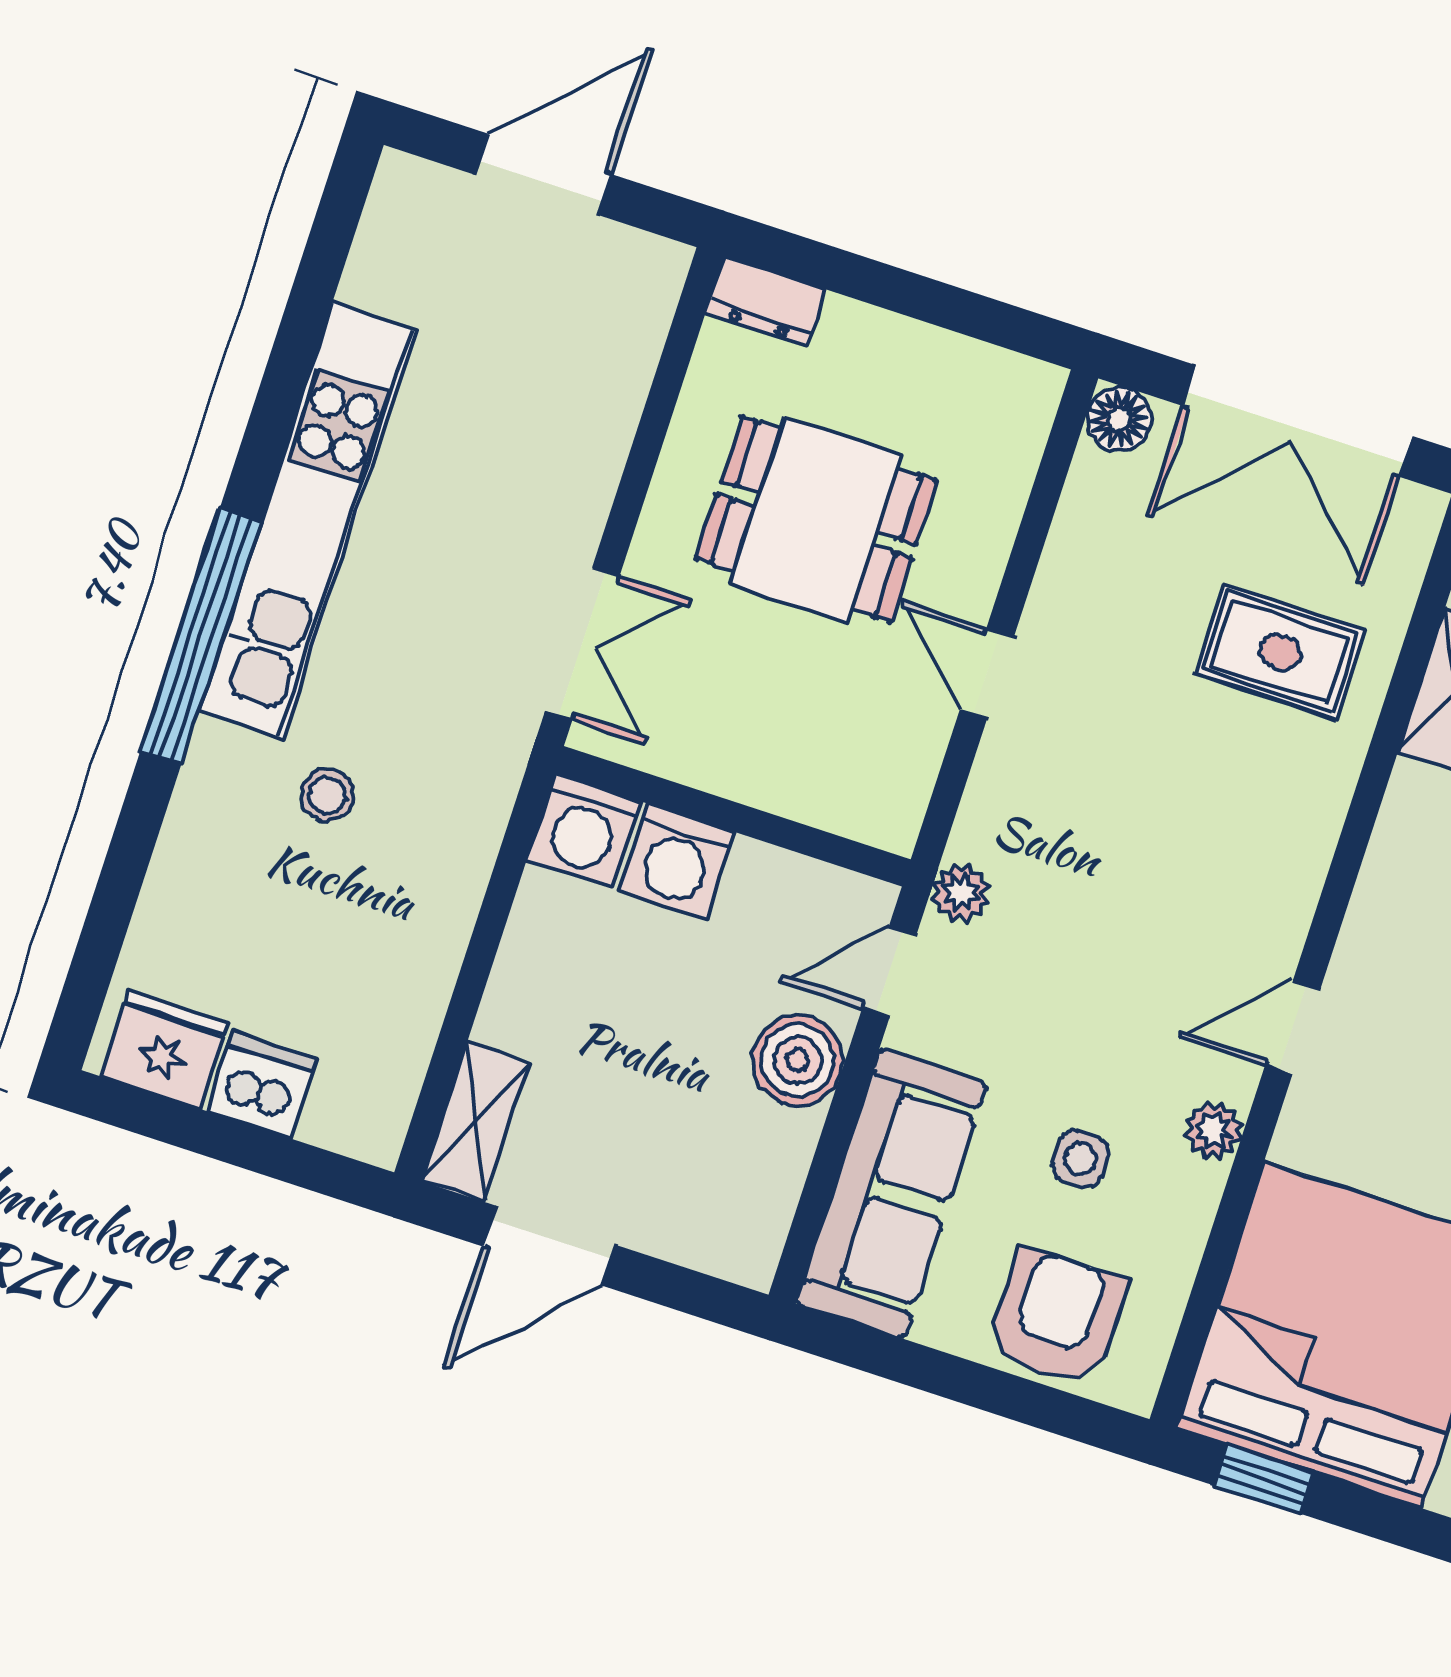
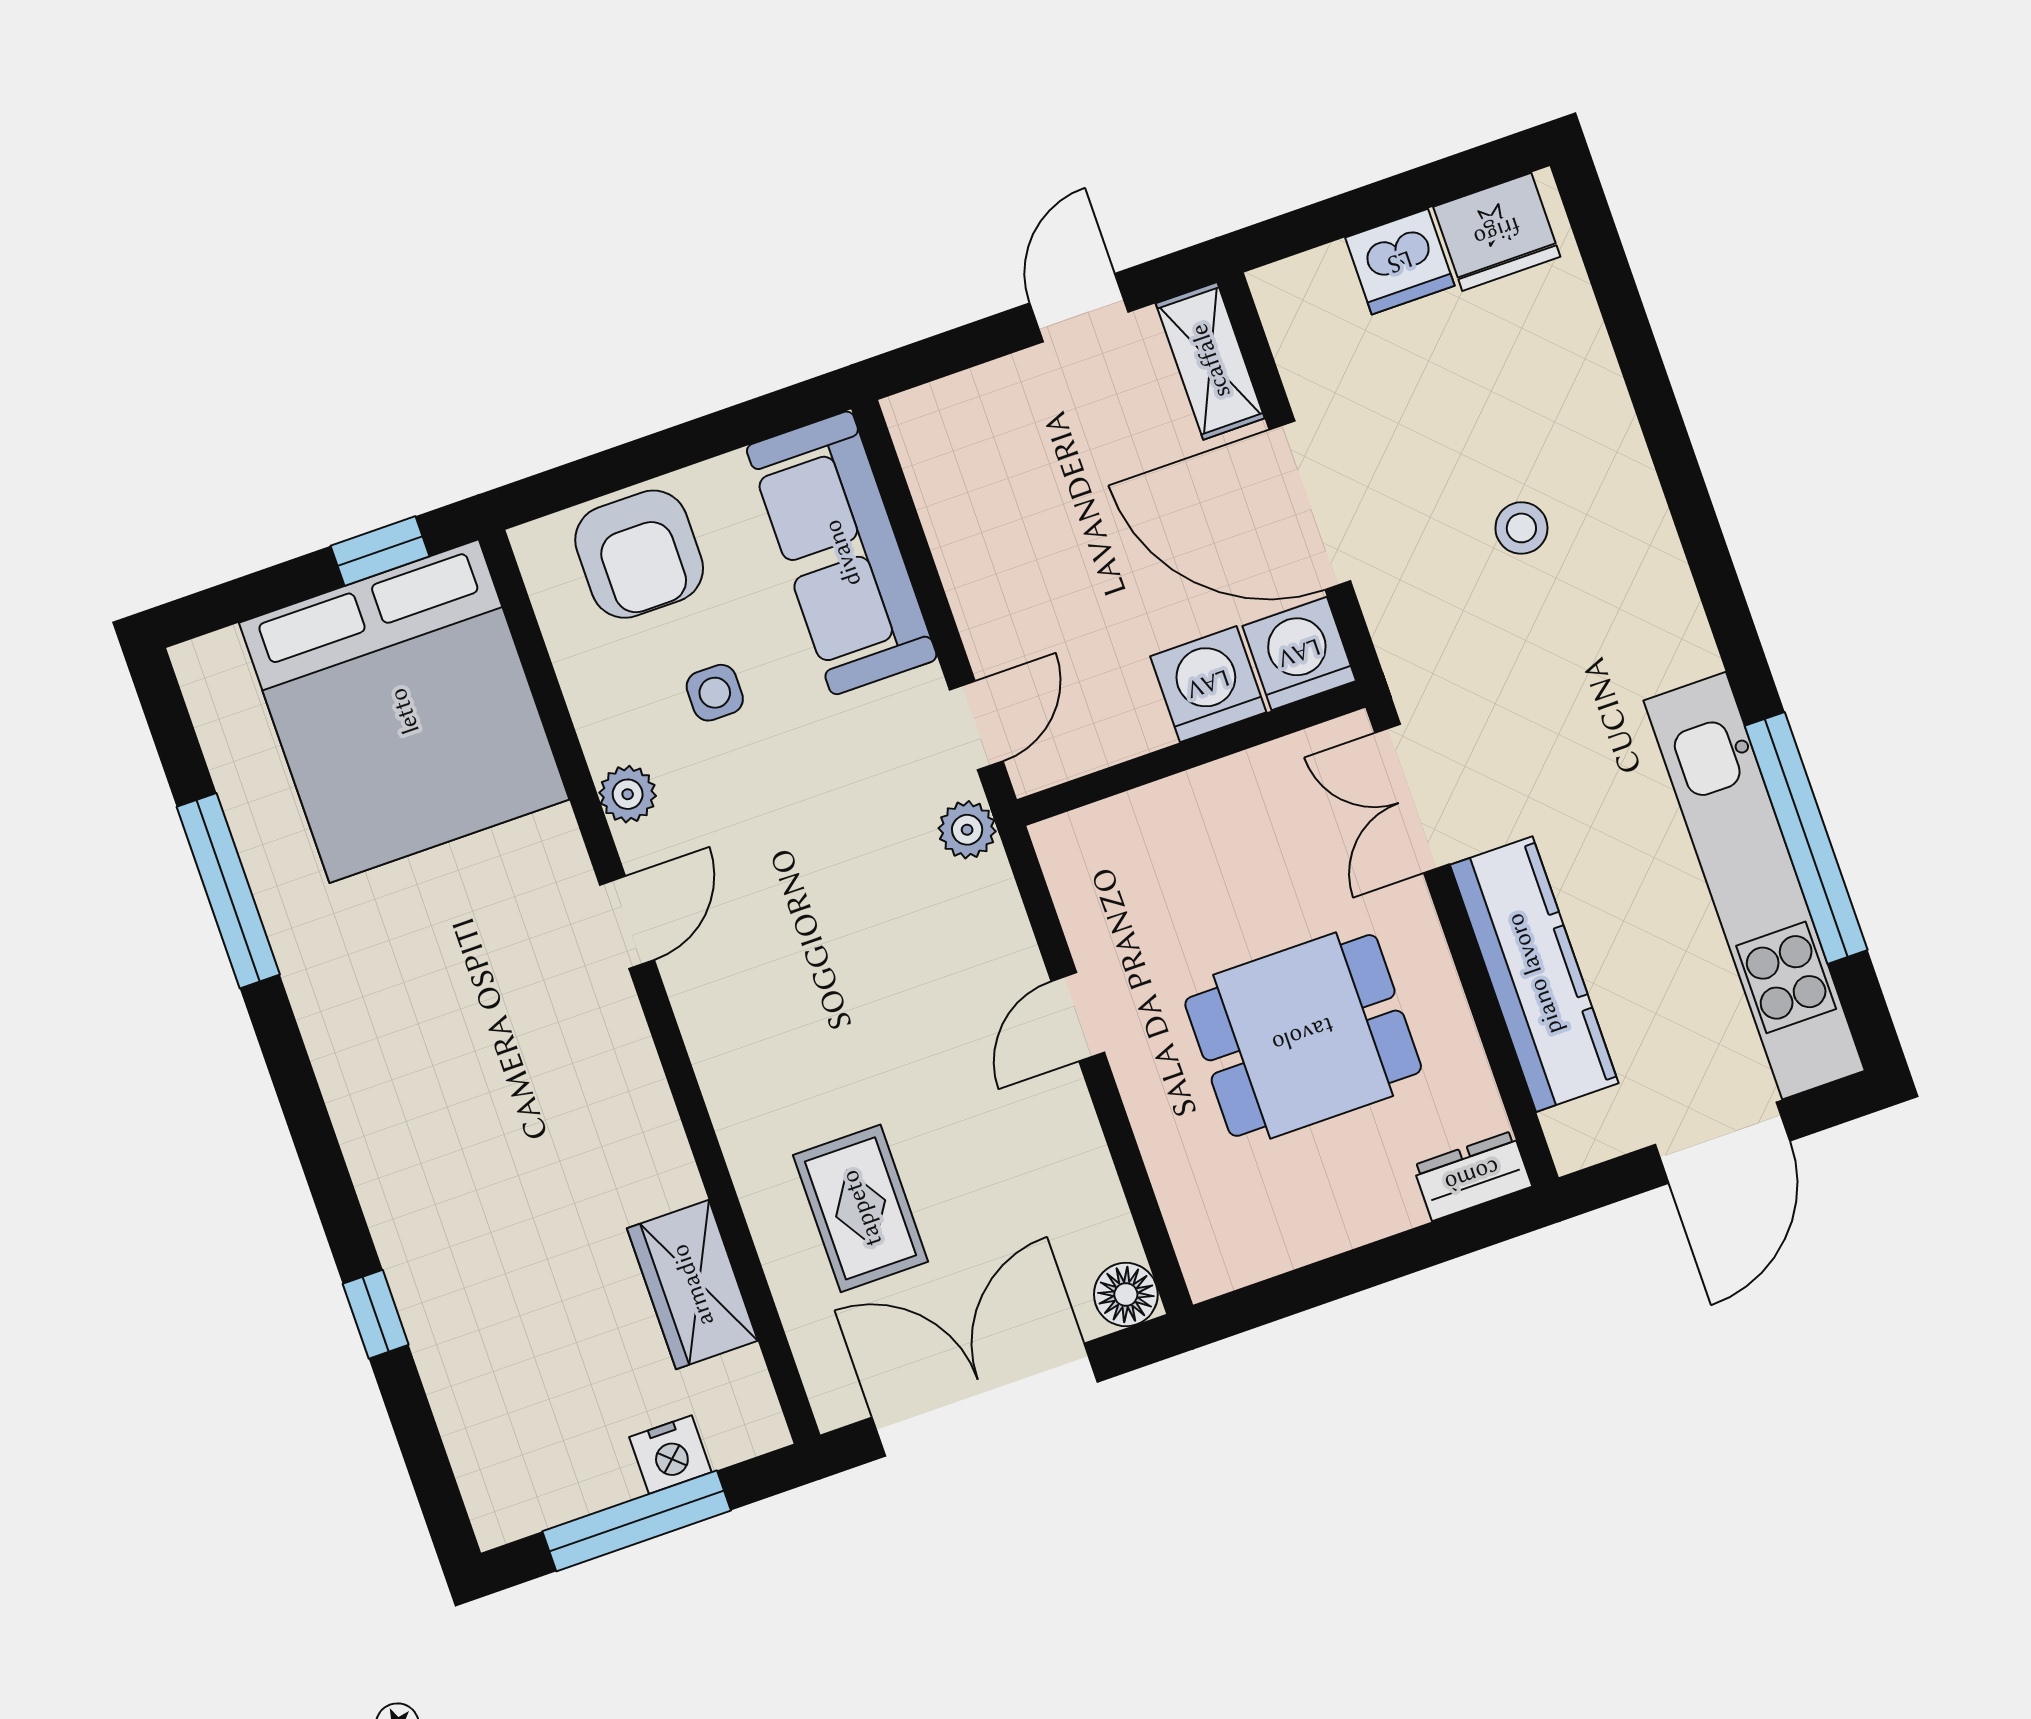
kitchen counter: (591, 427) -> (1534, 974), added
kitchen unit: (308, 520) -> (1754, 886), moved
window: (201, 636) -> (1806, 838), moved
rug: (1280, 652) -> (861, 1208), turned 90
door: (987, 673) -> (1078, 1017), swing flipped
door: (484, 944) -> (1310, 505), added
boiler: (798, 1060) -> (995, 601), removed
door: (549, 1246) -> (1079, 308), width x0.73

